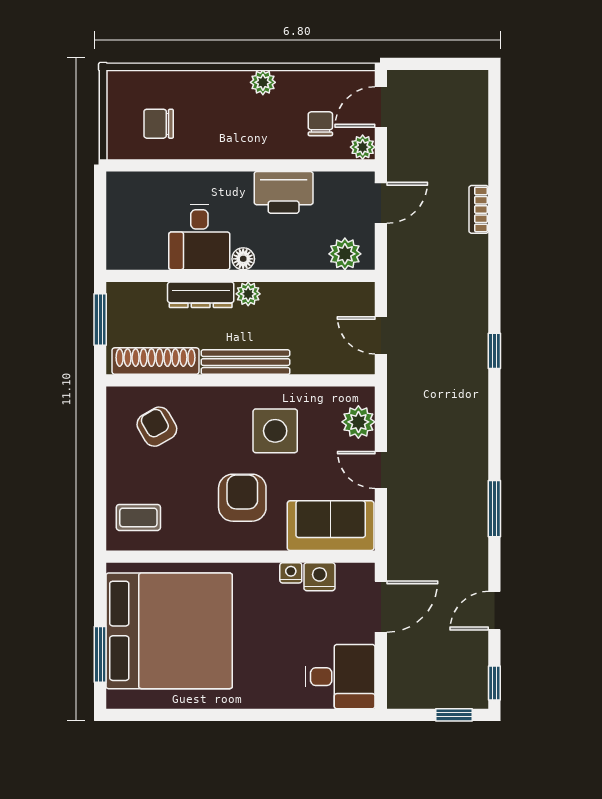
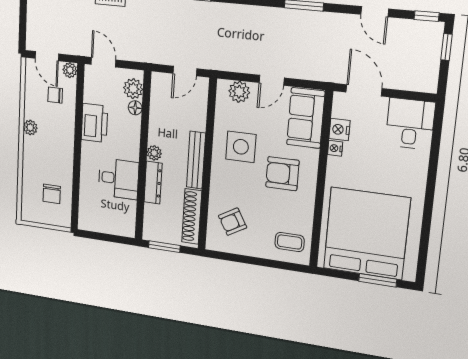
floor lamp: (243, 259) -> (135, 108), moved
coffee table: (138, 517) -> (290, 242), turned 90

